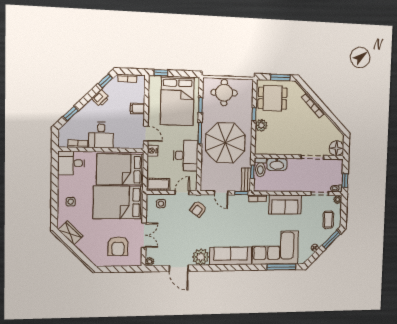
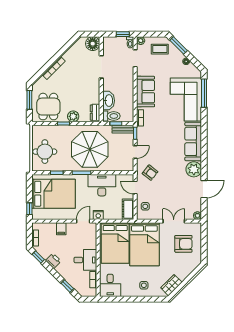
dresser: (265, 149) -> (95, 113), added

